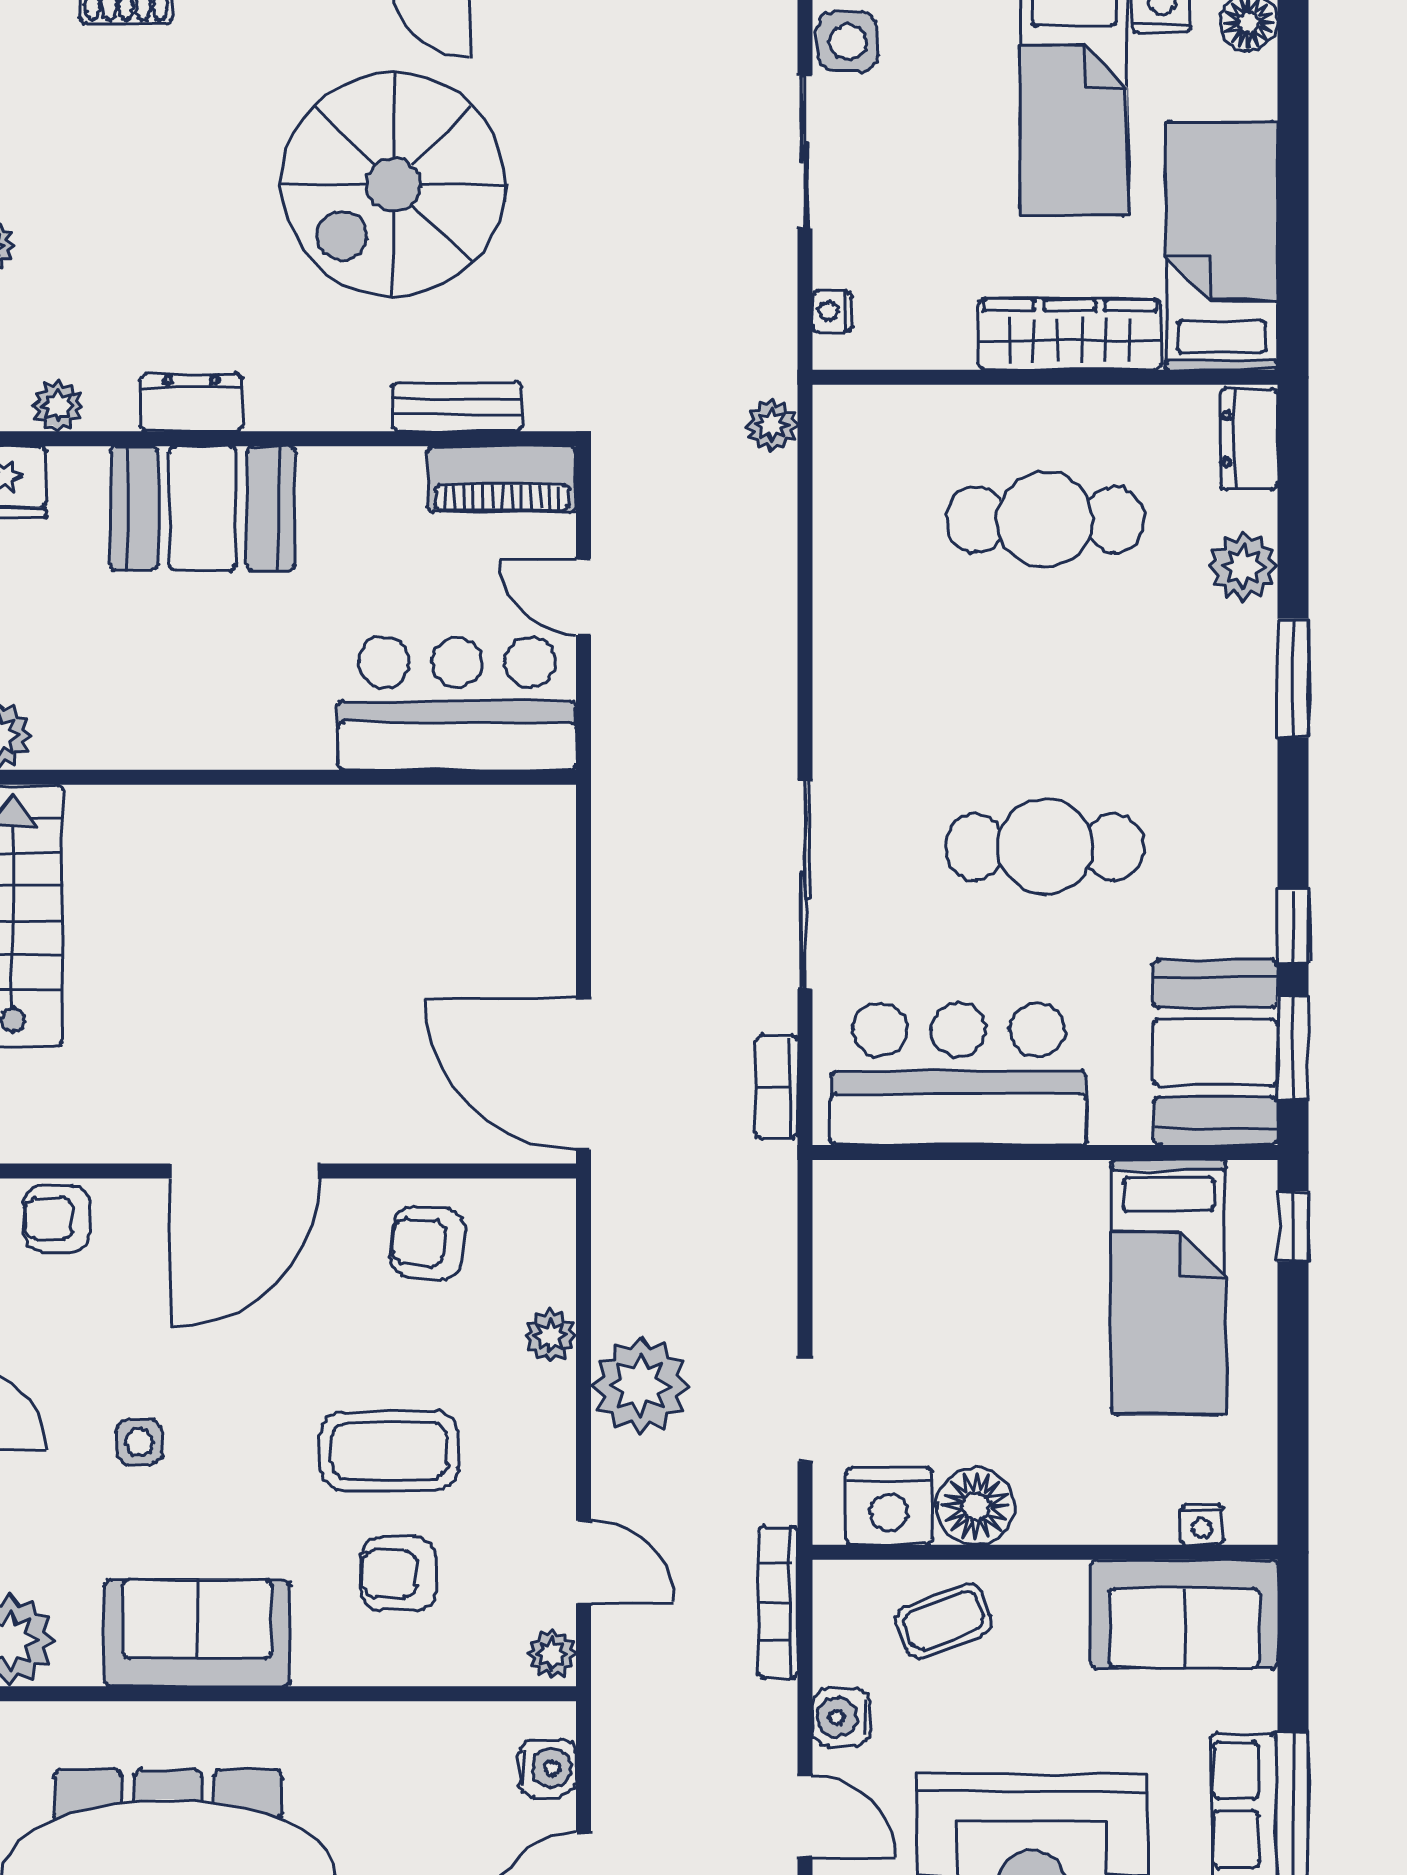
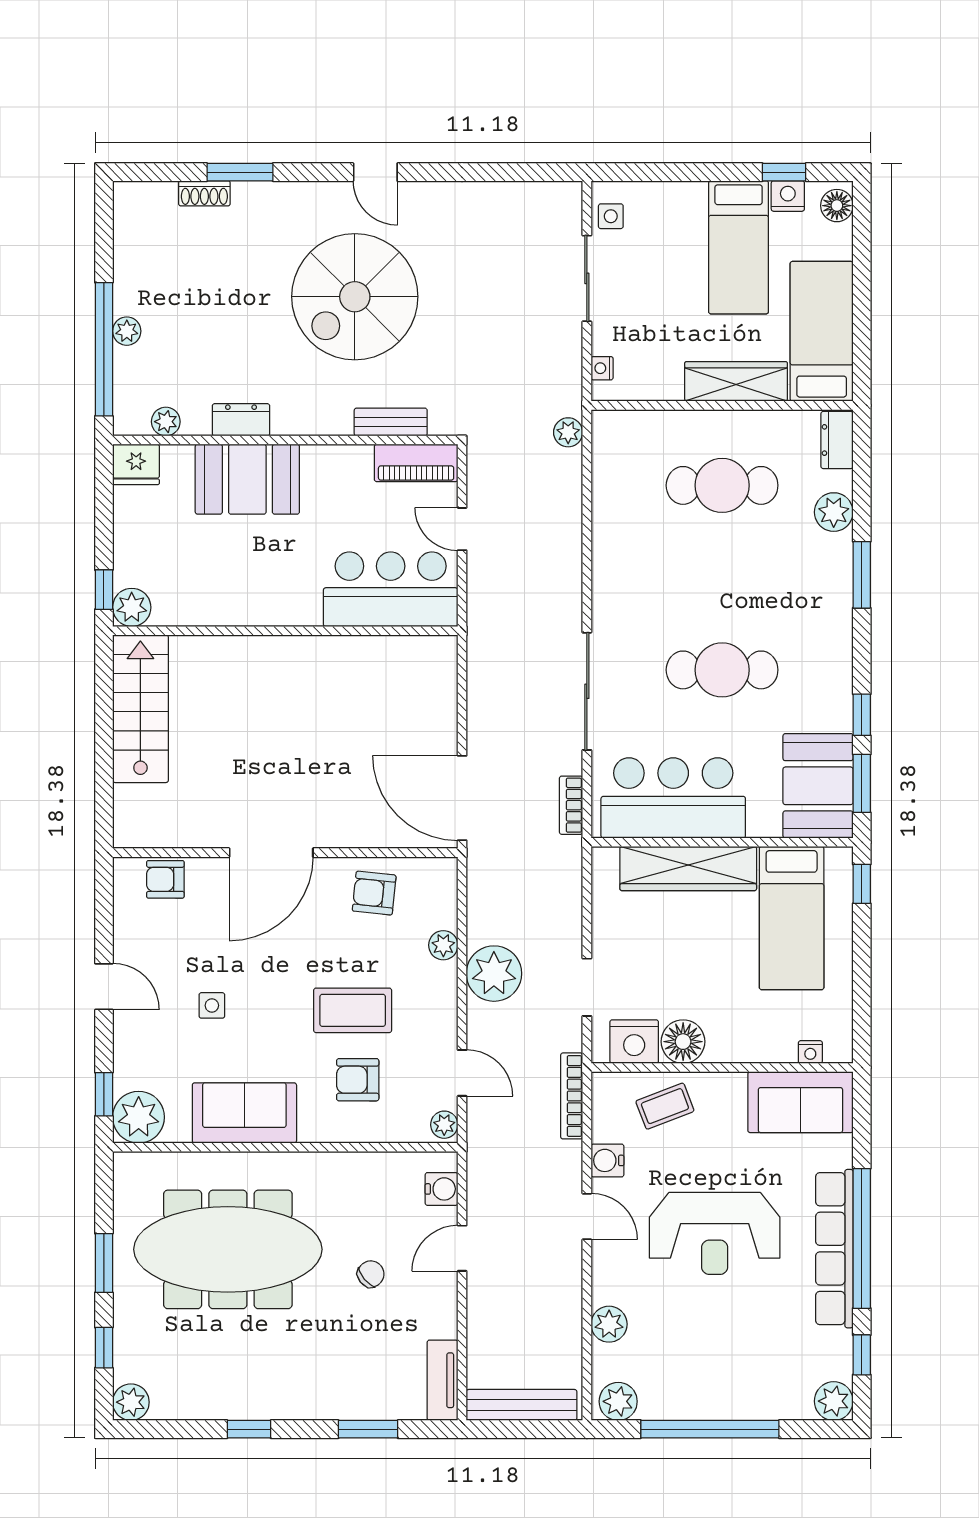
side table: (848, 42) -> (611, 216), width x0.73, depth x0.73
wardrobe: (985, 1199) -> (688, 869), added

